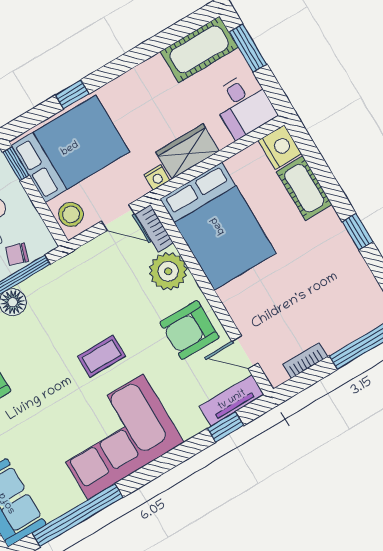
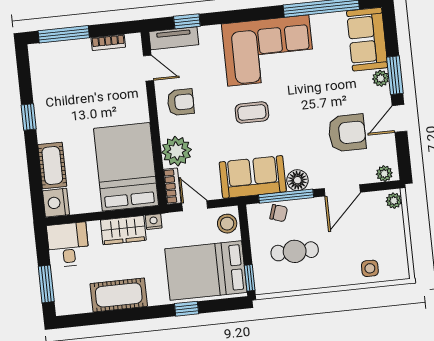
cot: (199, 49) -> (119, 295), moved
sofa: (66, 282) -> (253, 177), added
armchair: (189, 330) -> (181, 102), width x0.72, depth x0.72

